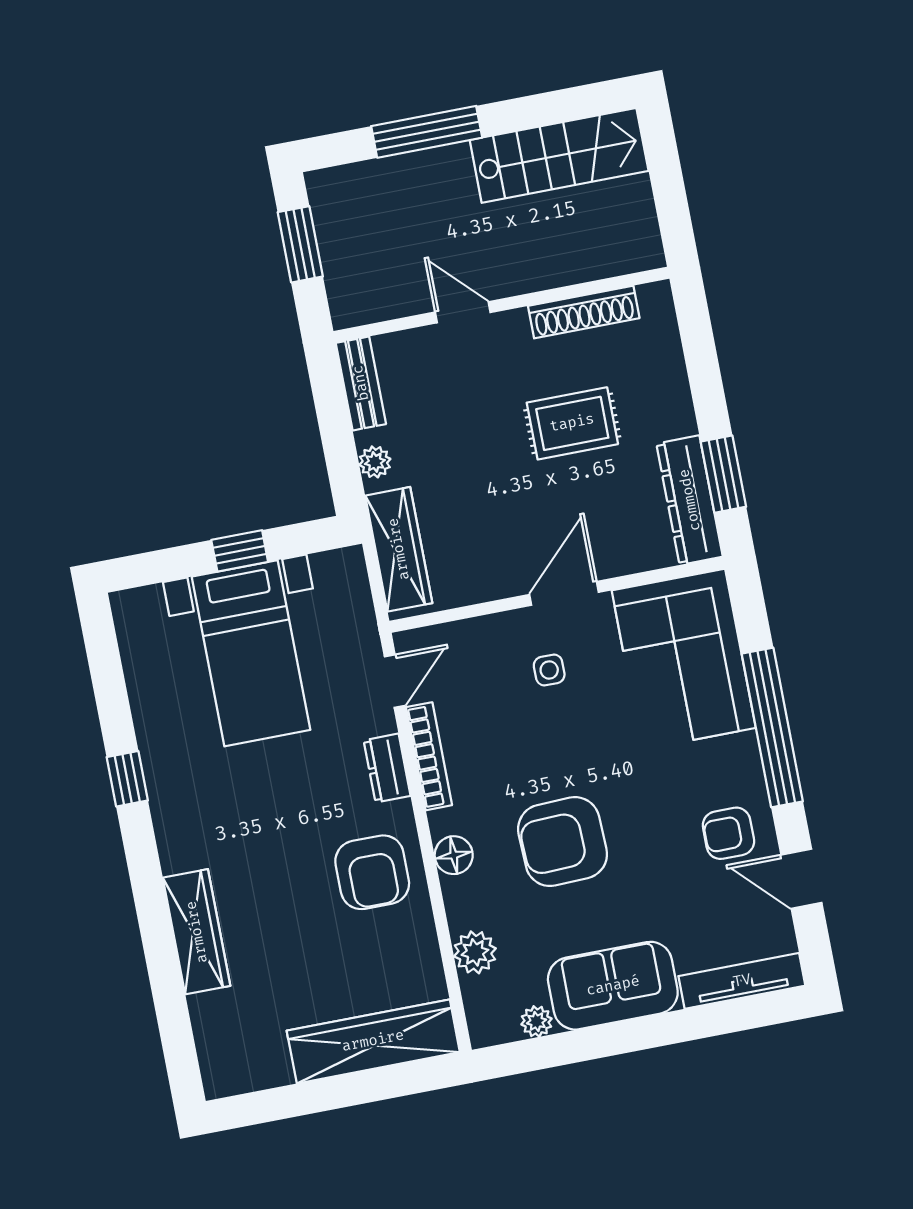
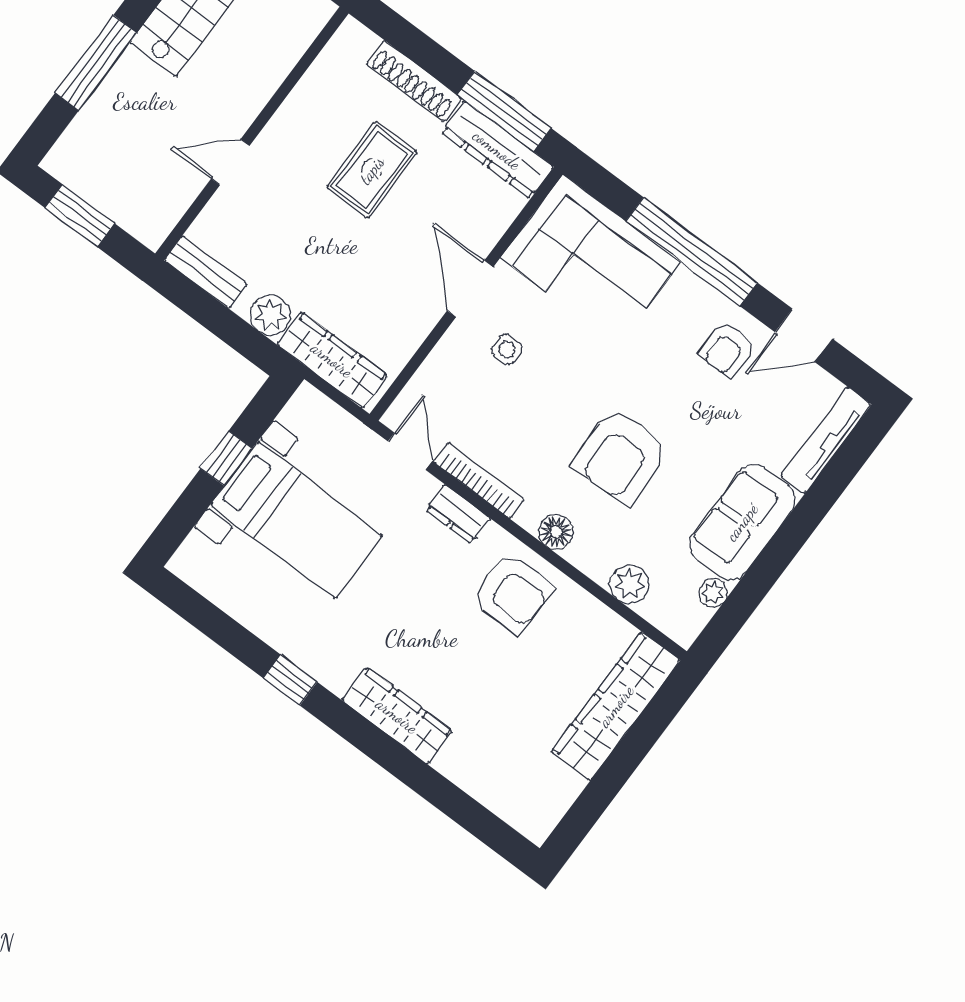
shoe rack: (584, 312) -> (414, 81), moved, turned 90
plant: (375, 462) -> (270, 315), width x1.38, depth x1.38
window: (723, 474) -> (504, 111), width x1.44
wardrobe: (197, 932) -> (397, 716), moved

